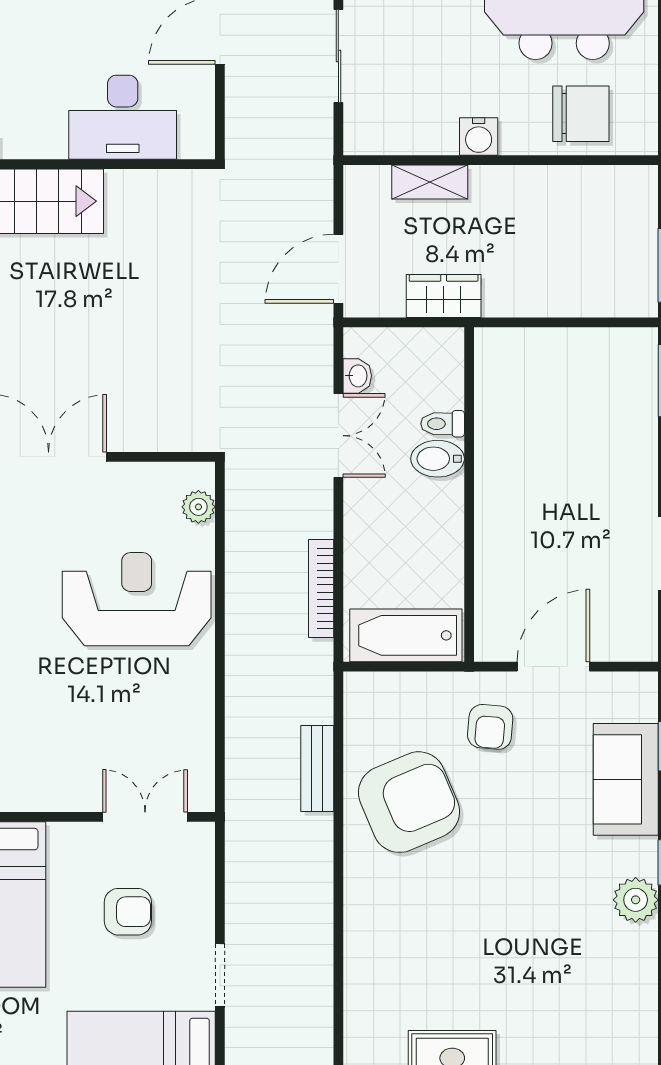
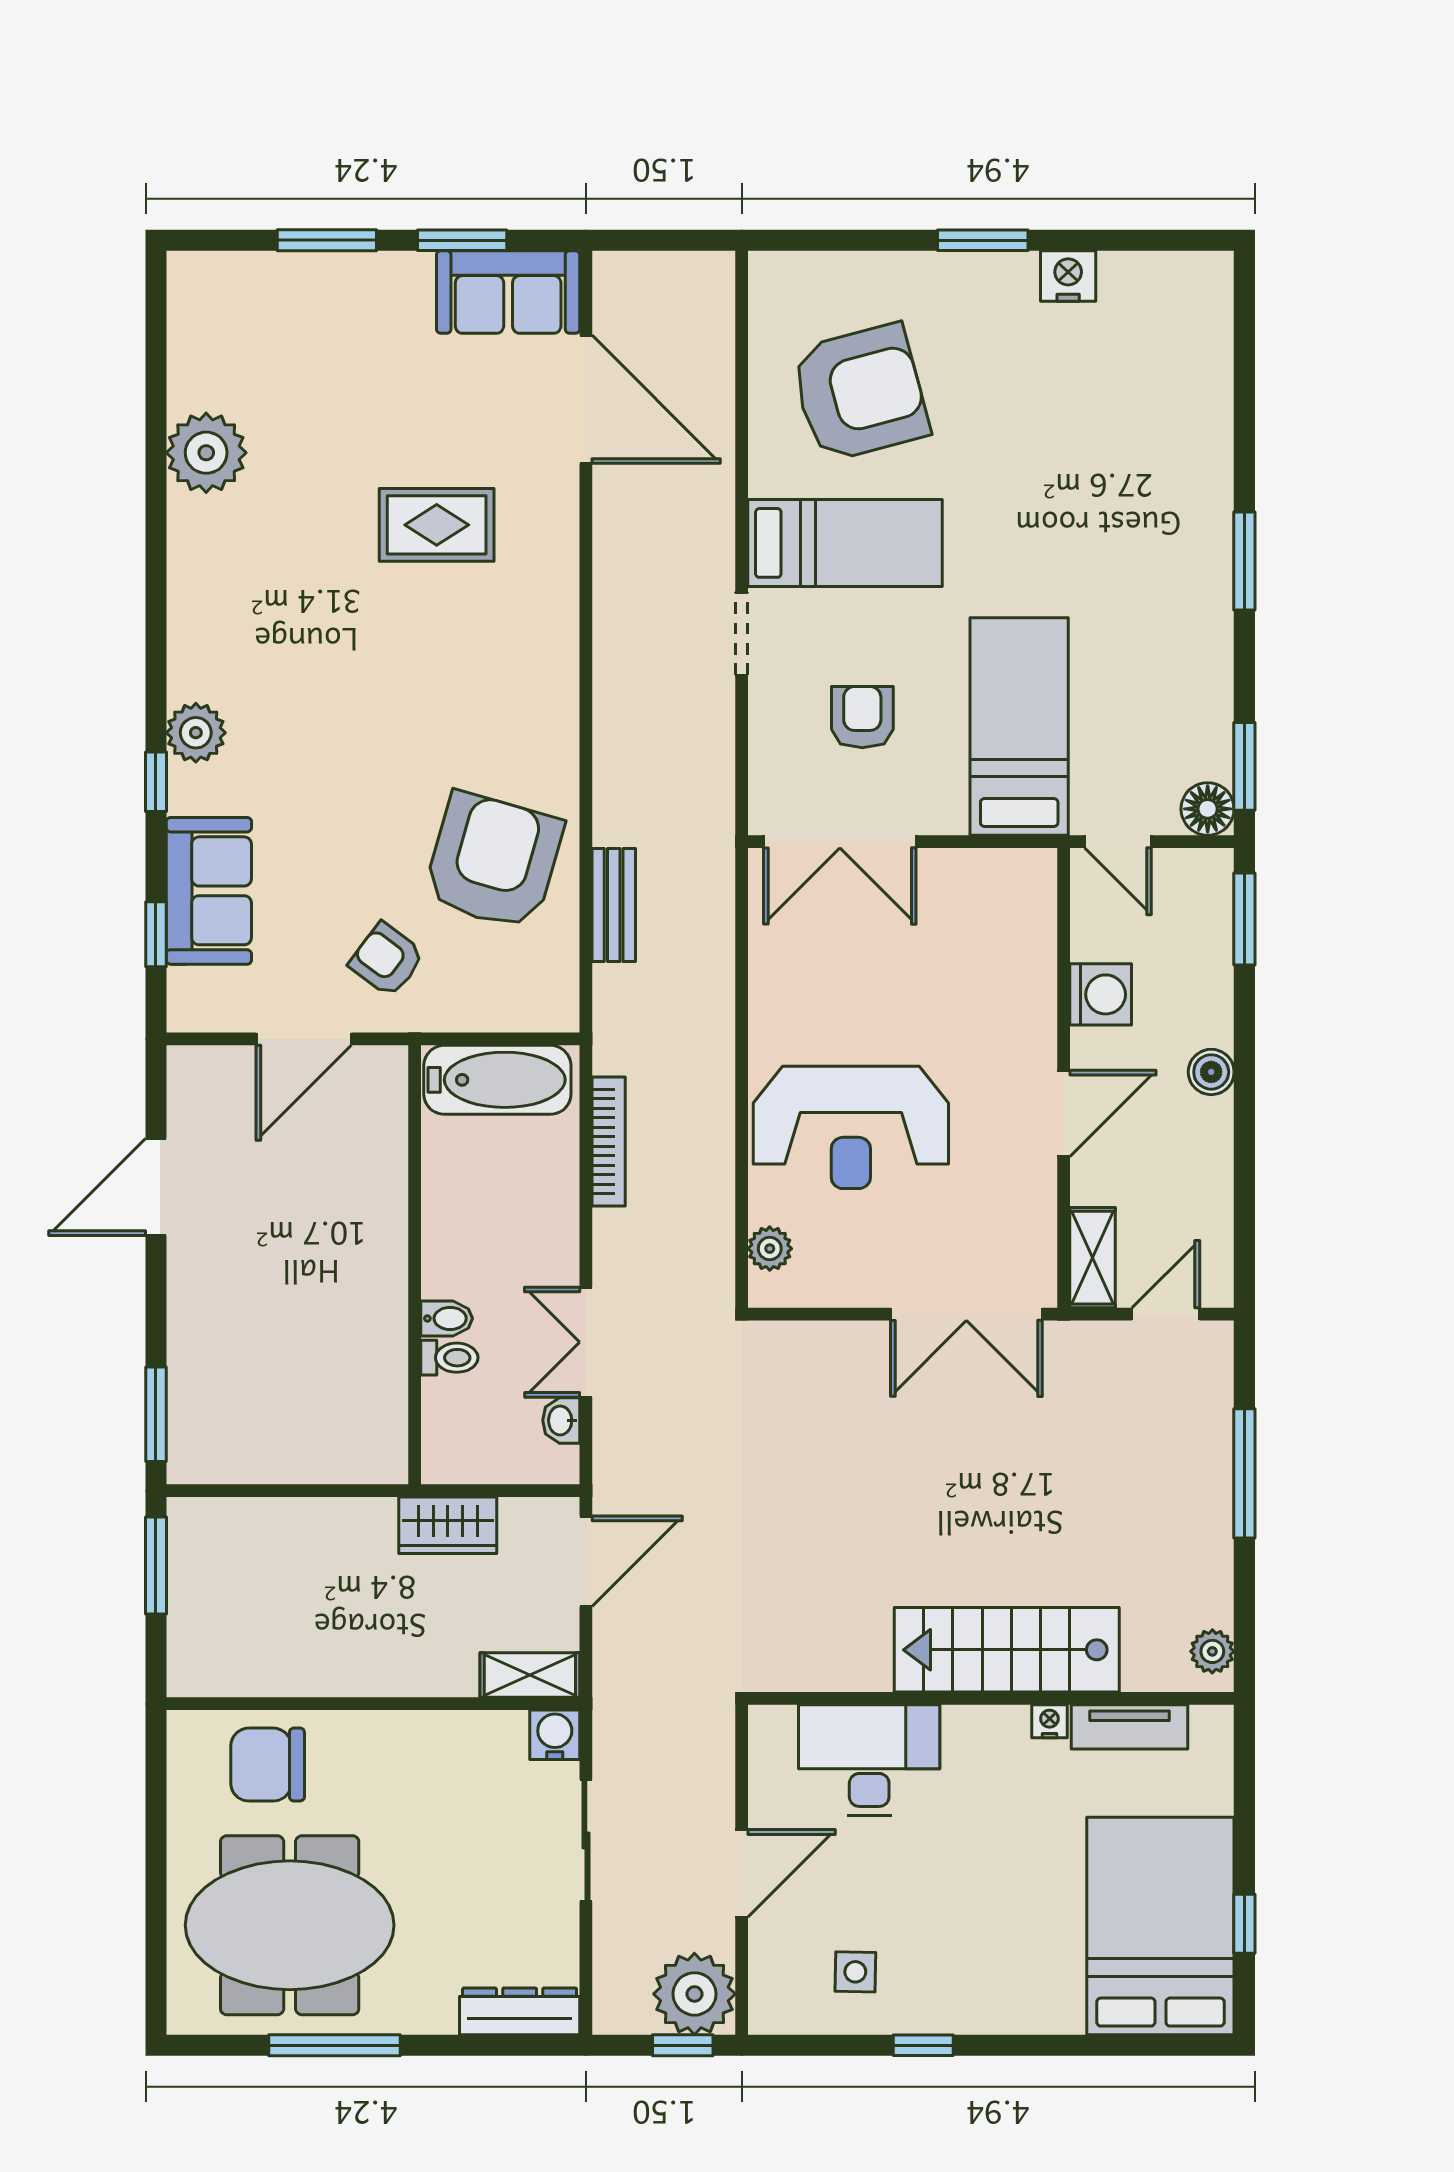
water cooler: (479, 136) -> (555, 1735), moved
shelving: (430, 182) -> (530, 1675), moved
bidet: (438, 459) -> (447, 1318), width x0.72, depth x0.74
armchair: (490, 727) -> (387, 960), turned -58
armchair: (409, 802) -> (493, 861), turned 129
double door: (145, 817) -> (840, 842), width x1.37
armchair: (128, 912) -> (862, 717), turned 90

